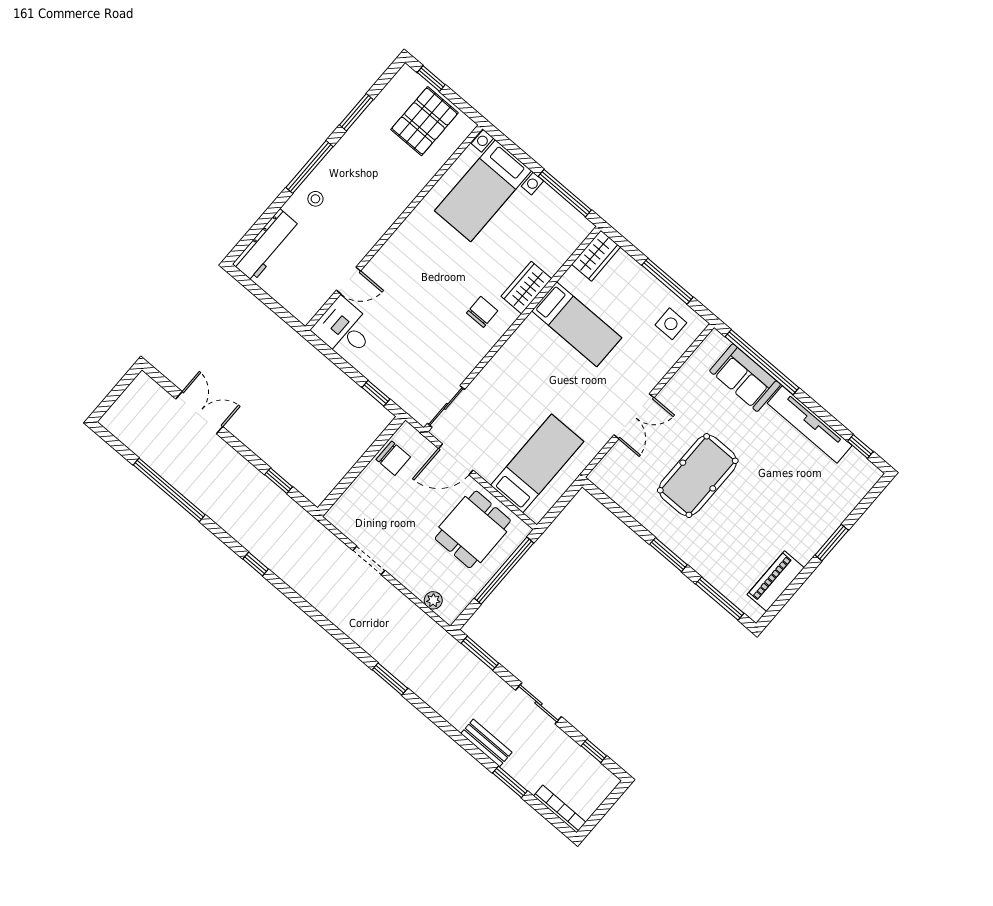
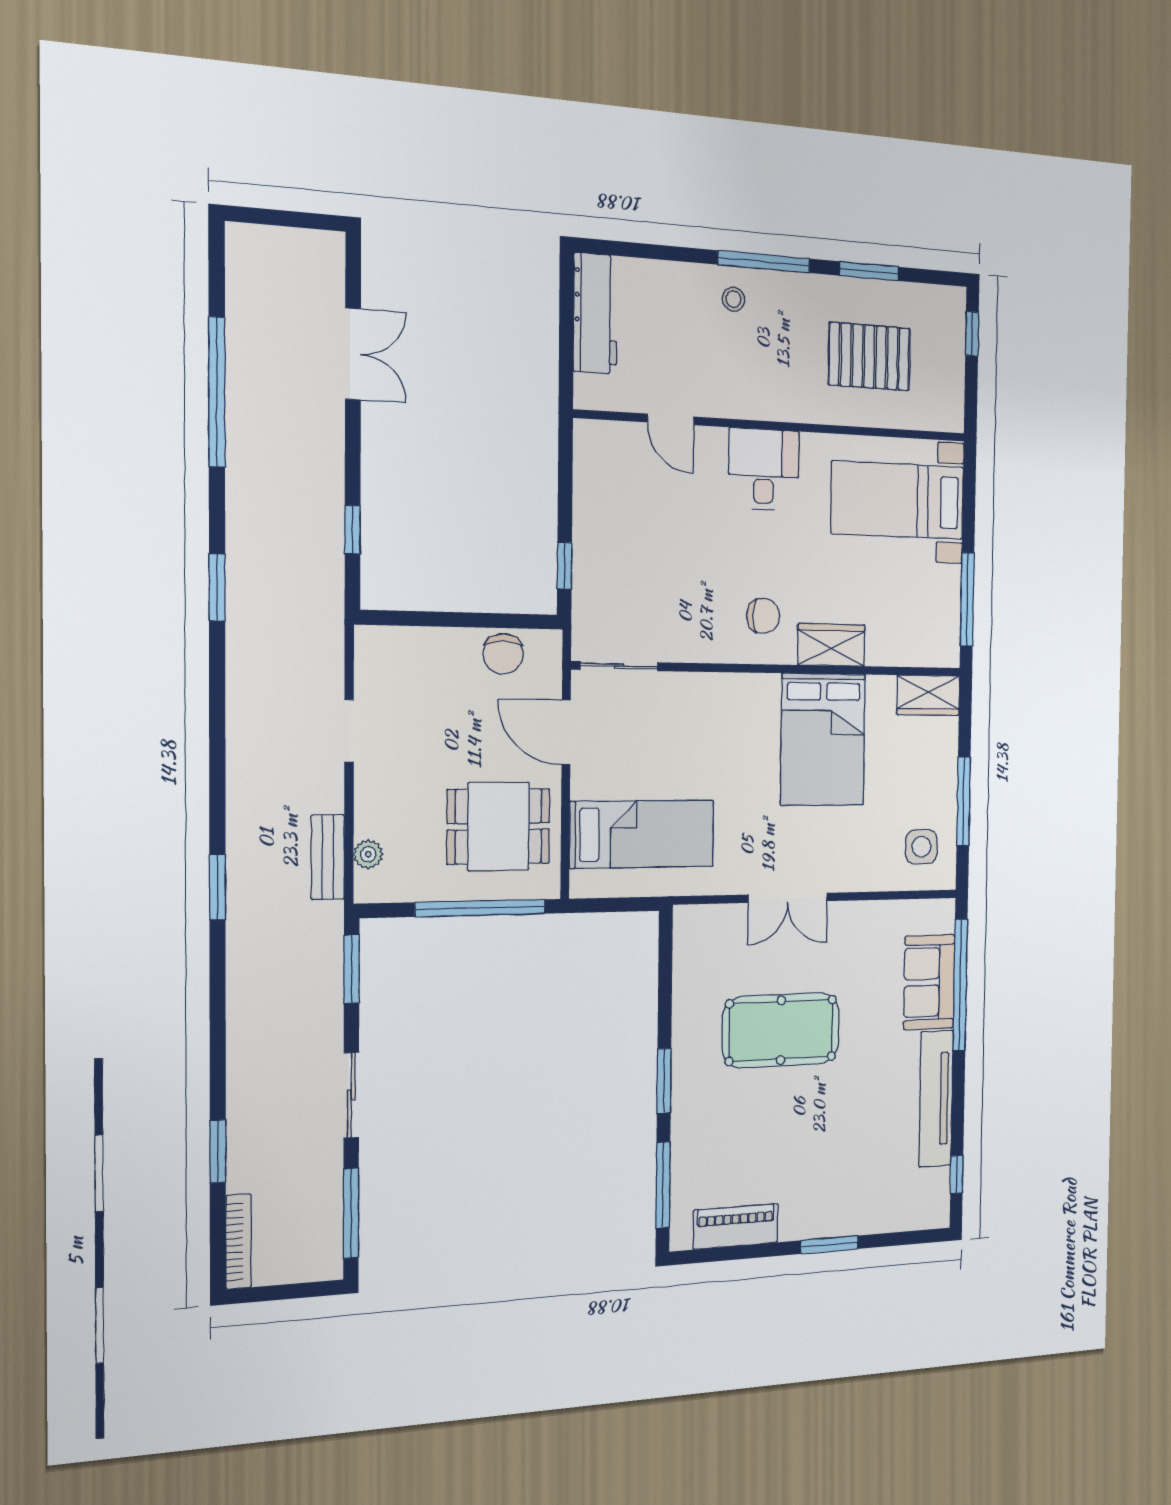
pallet: (425, 121) -> (869, 356), moved
workbench: (266, 245) -> (595, 314), moved, turned -90
bed: (577, 324) -> (823, 740), width x1.50
desk: (344, 329) -> (764, 470), moved
window: (256, 564) -> (217, 587), width x1.50
bench: (486, 743) -> (328, 857), moved
window: (594, 751) -> (351, 1213), width x2.17

